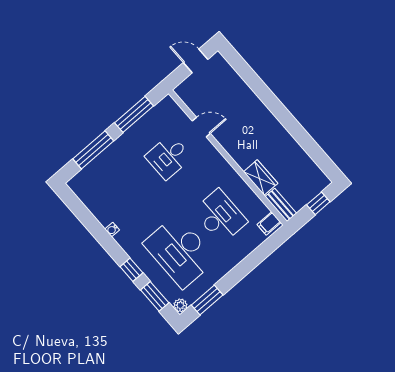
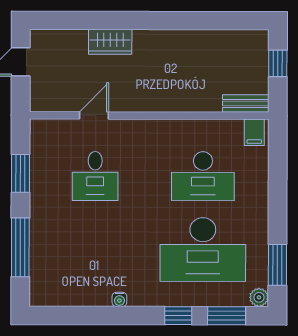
window: (134, 114) -> (20, 173), width x0.69
wardrobe: (261, 178) -> (110, 42), moved, turned 180
desk: (220, 216) -> (203, 176), turned 180

